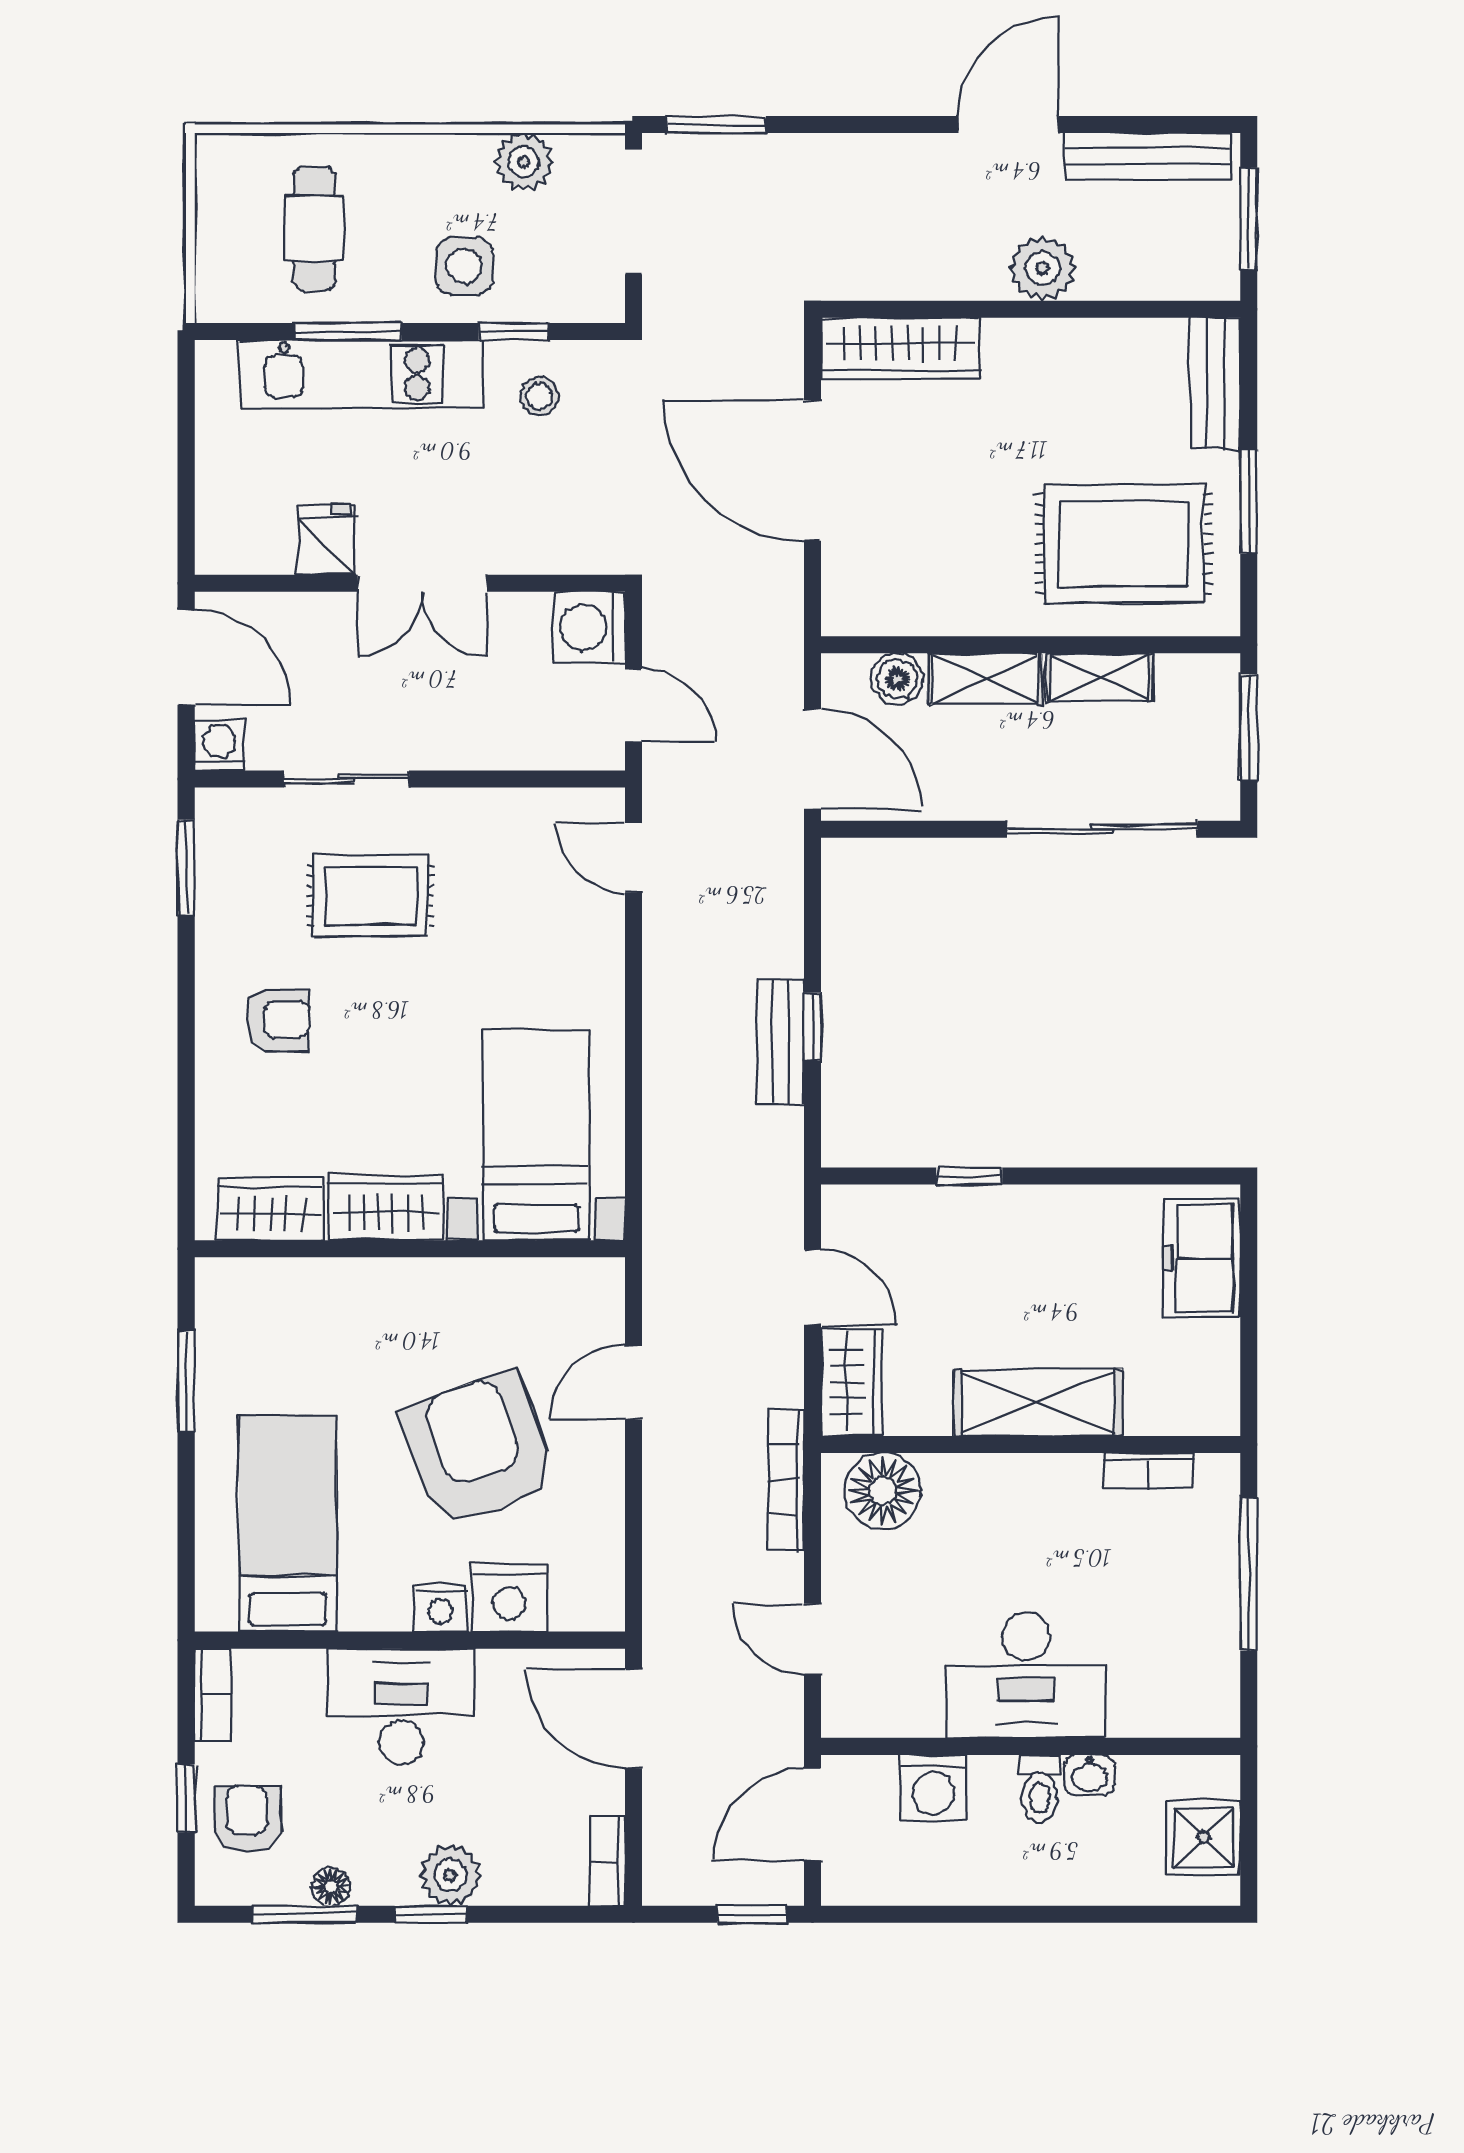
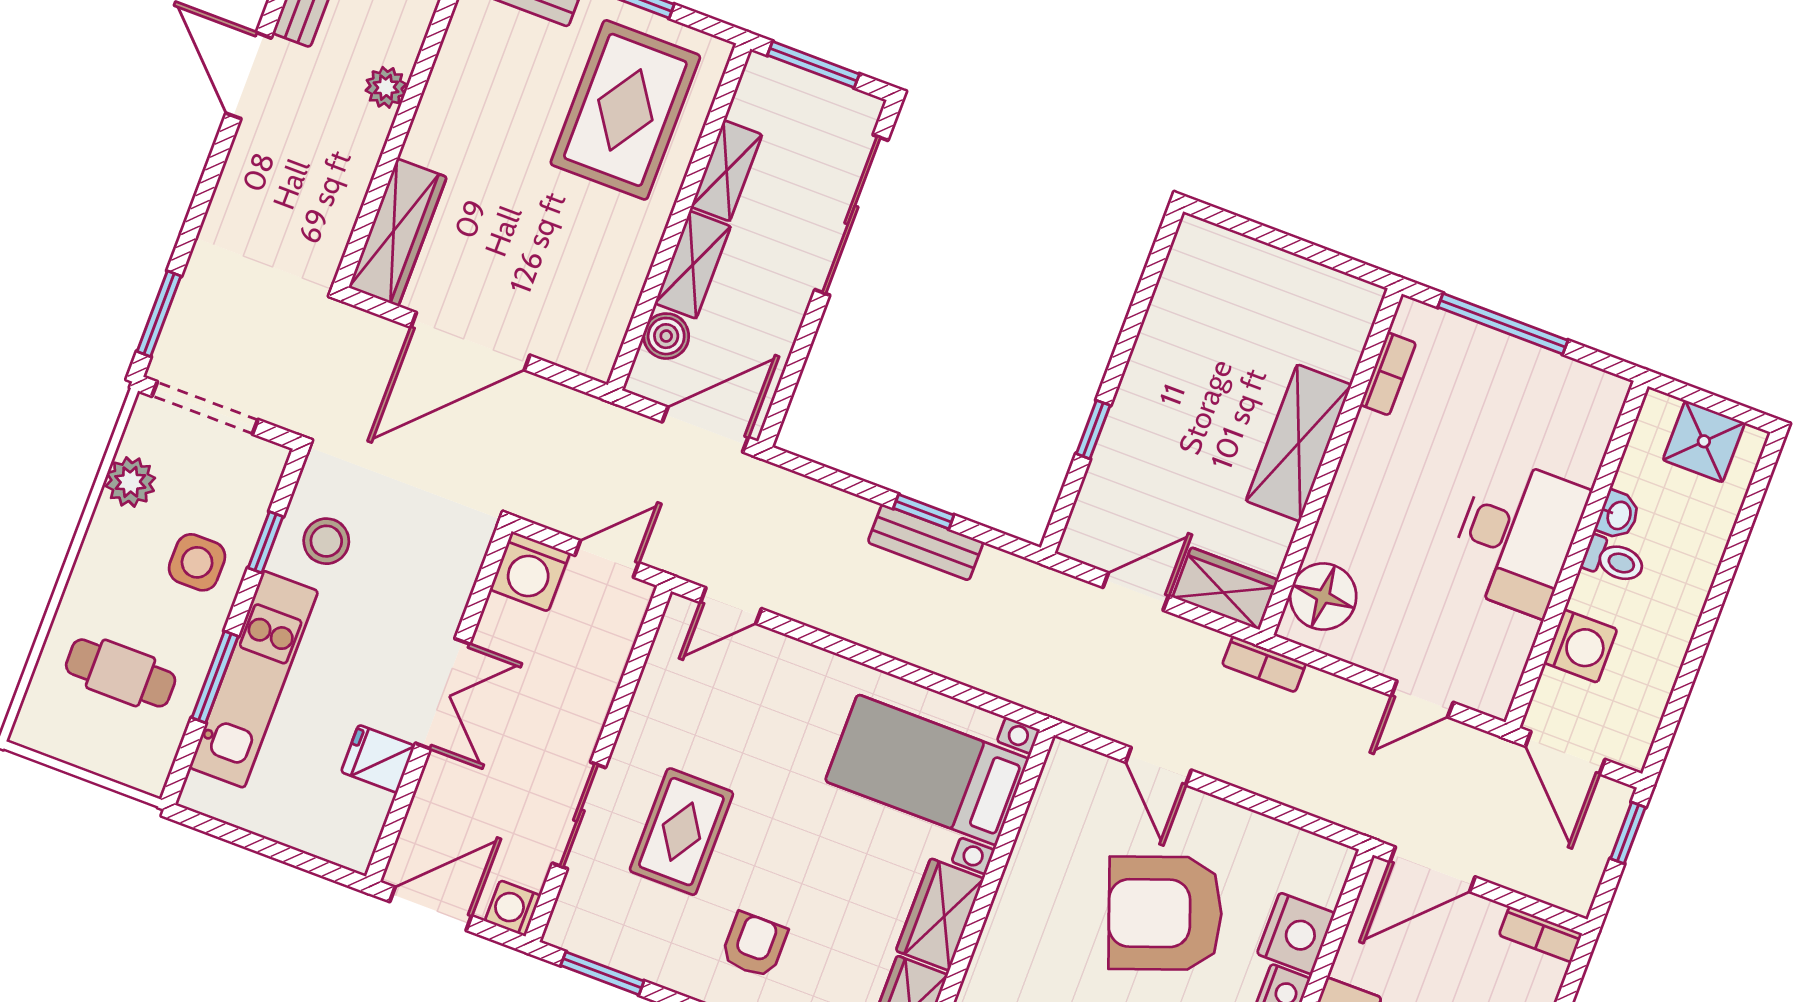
plant: (1043, 268) -> (386, 87), width x0.73, depth x0.73
stool: (539, 396) -> (326, 541), width x1.37, depth x1.37
freezer: (1202, 1258) -> (1231, 265), removed
bookcase: (786, 1480) -> (1264, 664), width x0.64

